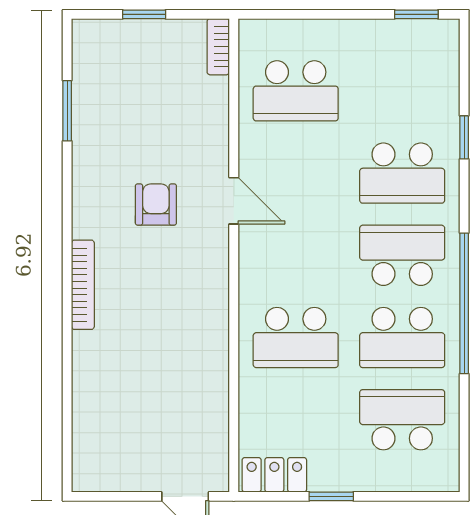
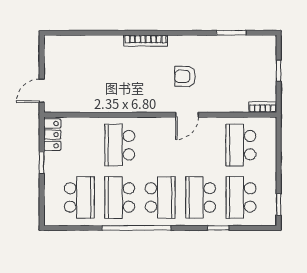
school desk: (402, 91) -> (241, 197), added
armchair: (156, 205) -> (185, 76), turned 180

